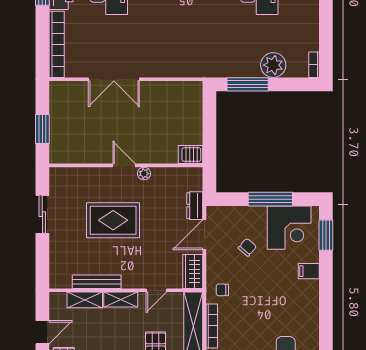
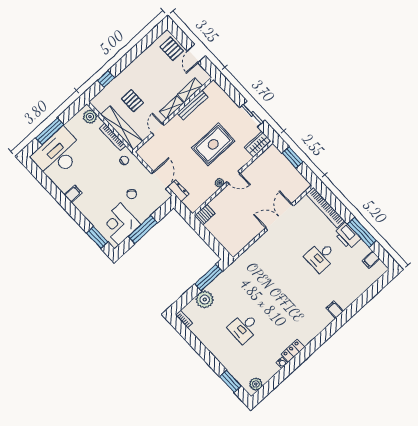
wardrobe: (193, 271) -> (258, 144), moved, turned -90
filing cabinet: (309, 271) -> (73, 194), moved

